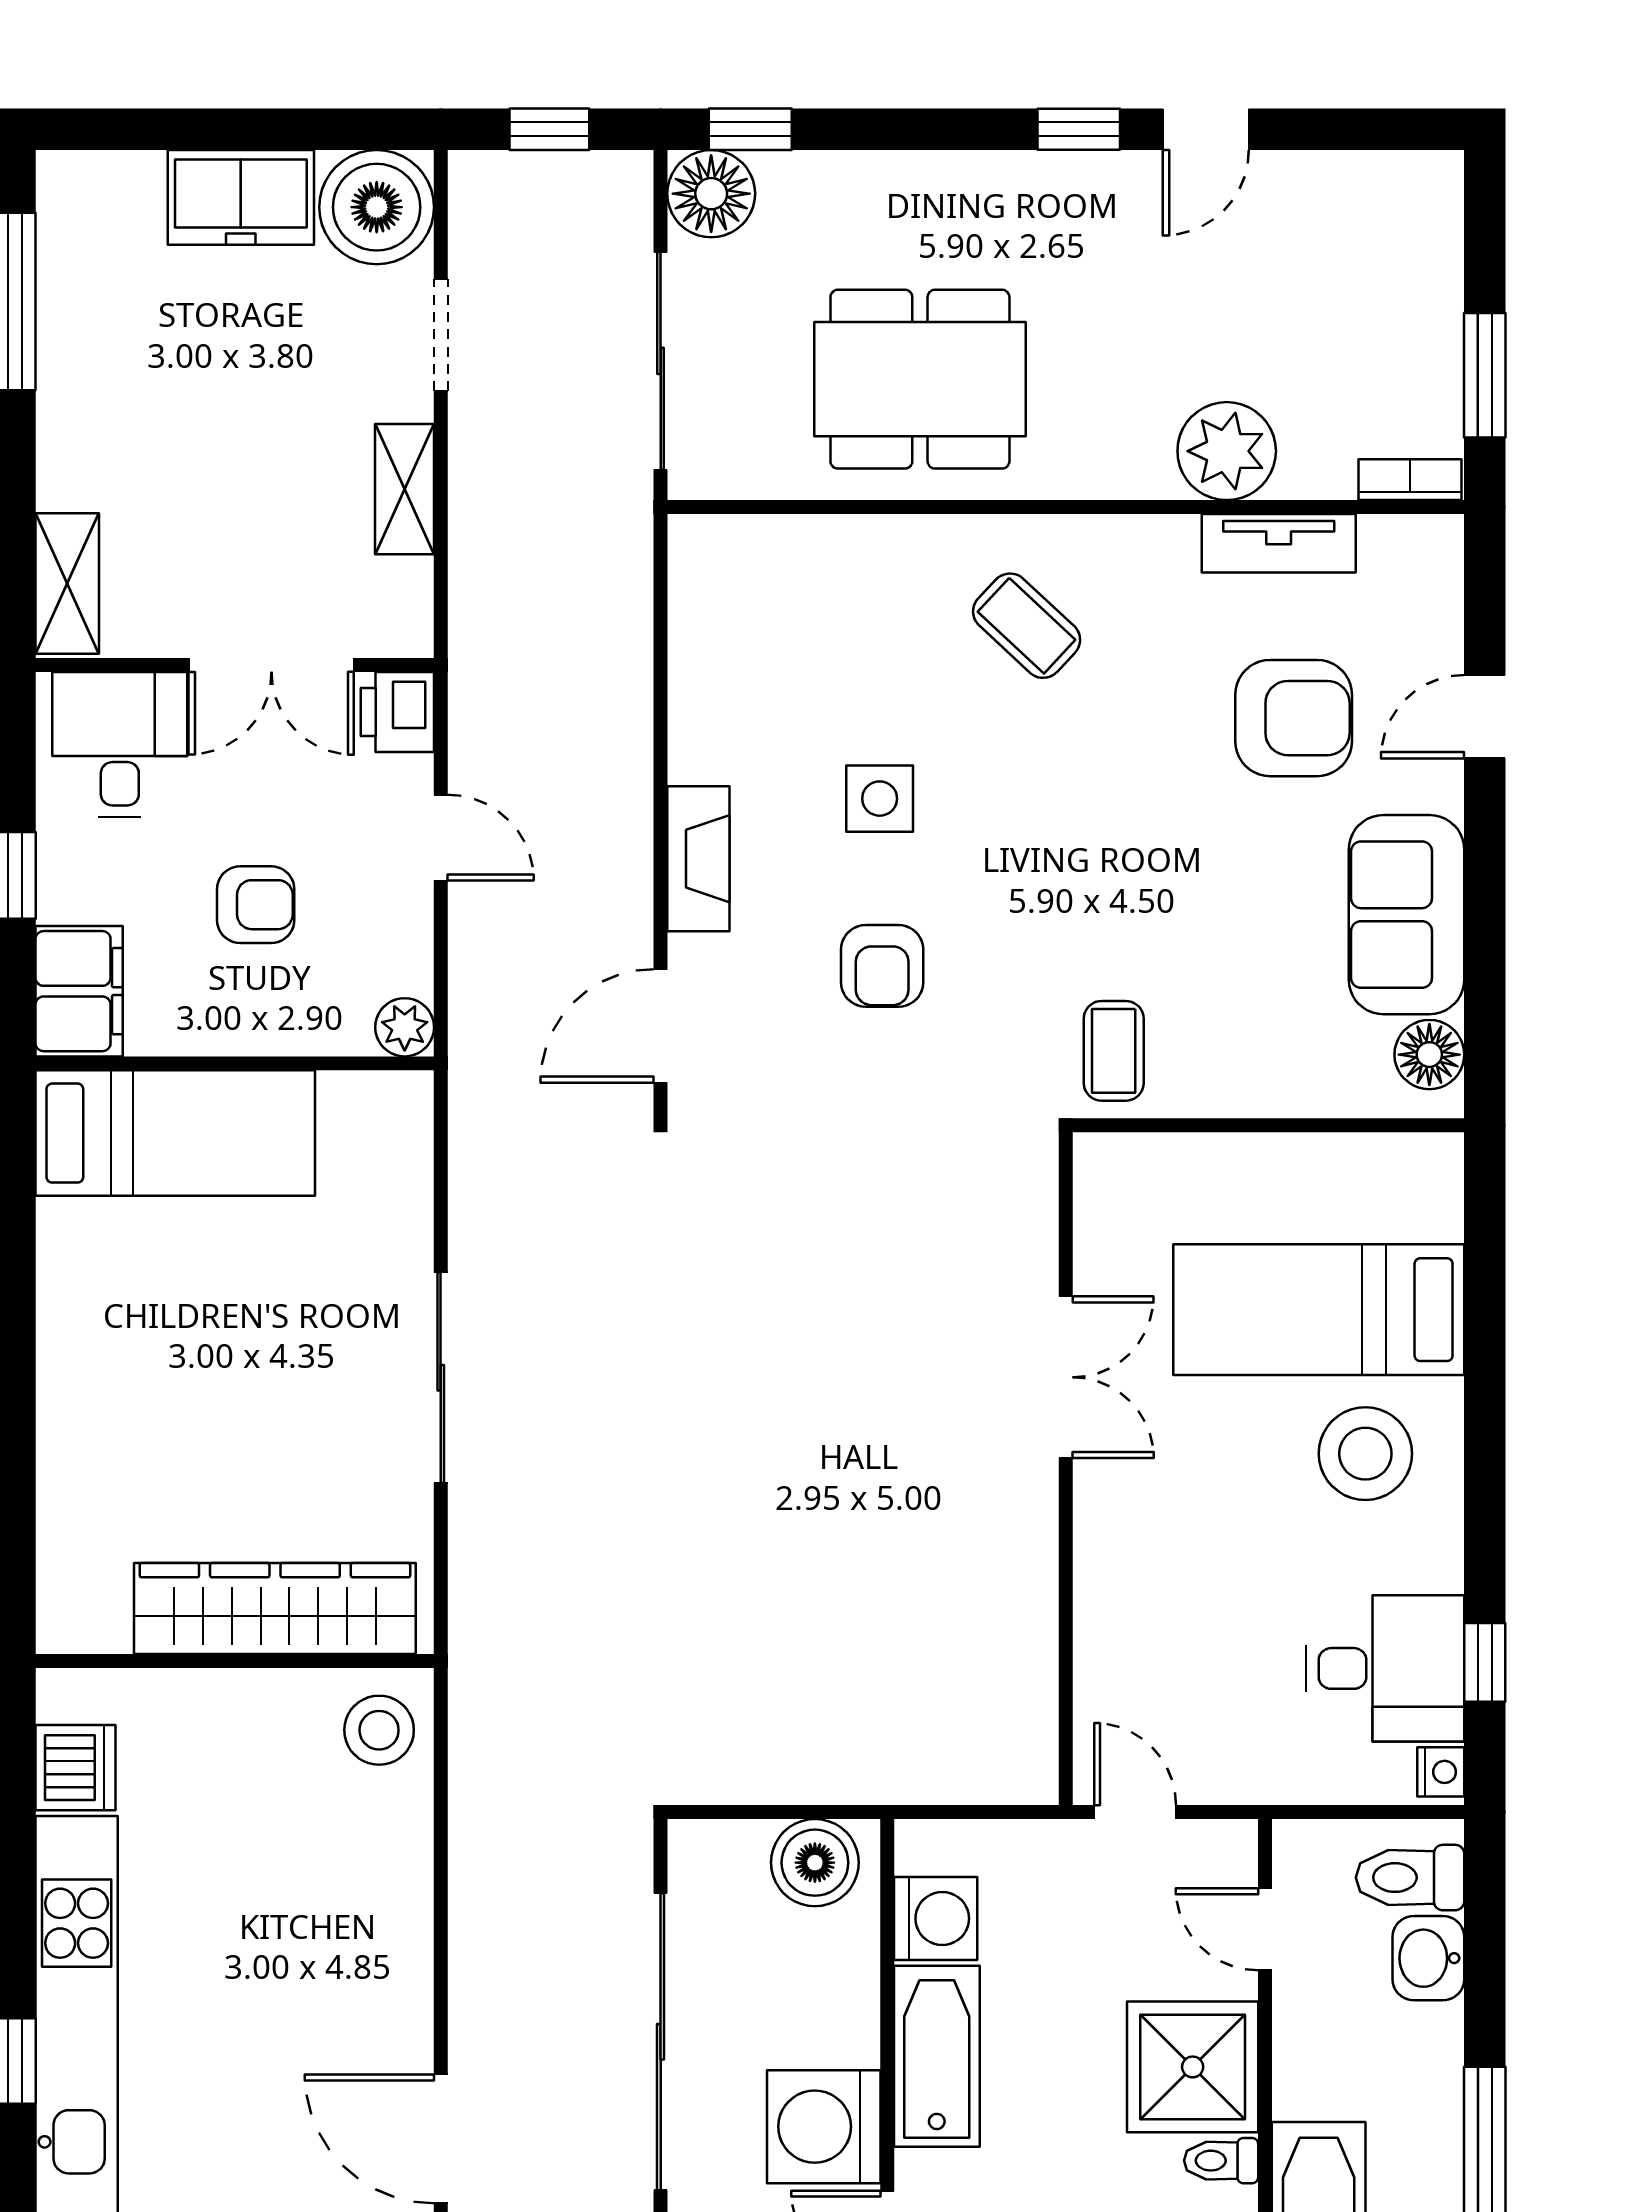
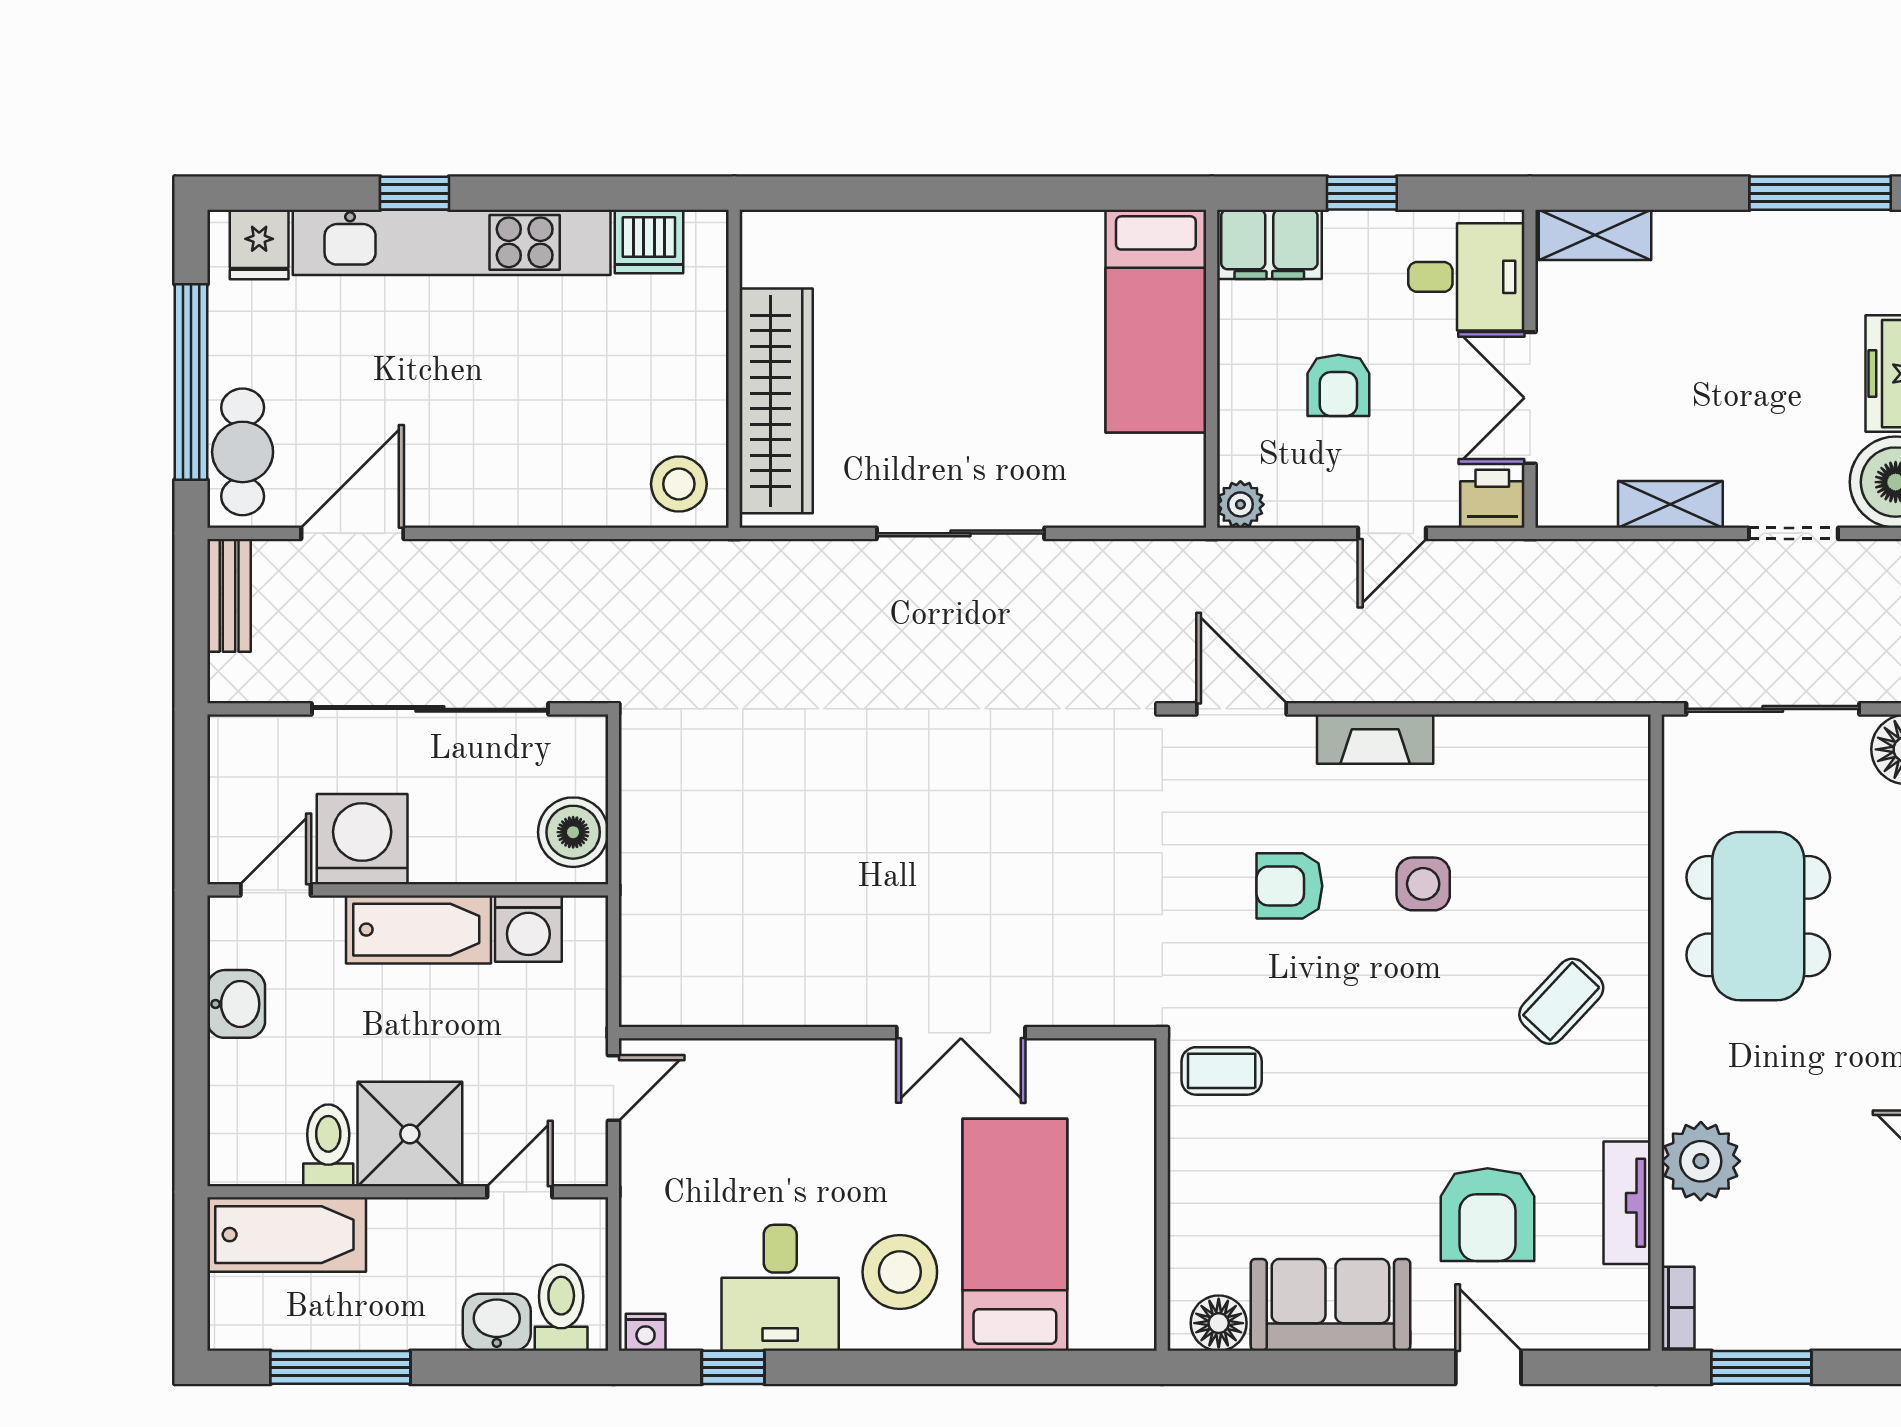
desk: (1385, 1668) -> (780, 1288), moved
toilet: (1221, 2161) -> (328, 1145), width x1.37, depth x1.39

